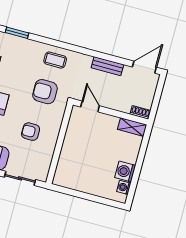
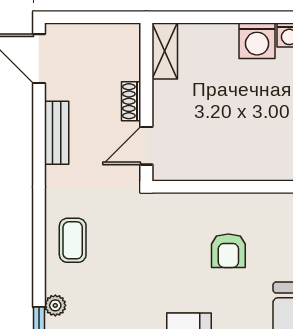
plant: (27, 44) -> (55, 305), added
armchair: (45, 92) -> (141, 244), removed
shoe rack: (140, 112) -> (131, 101), moved

